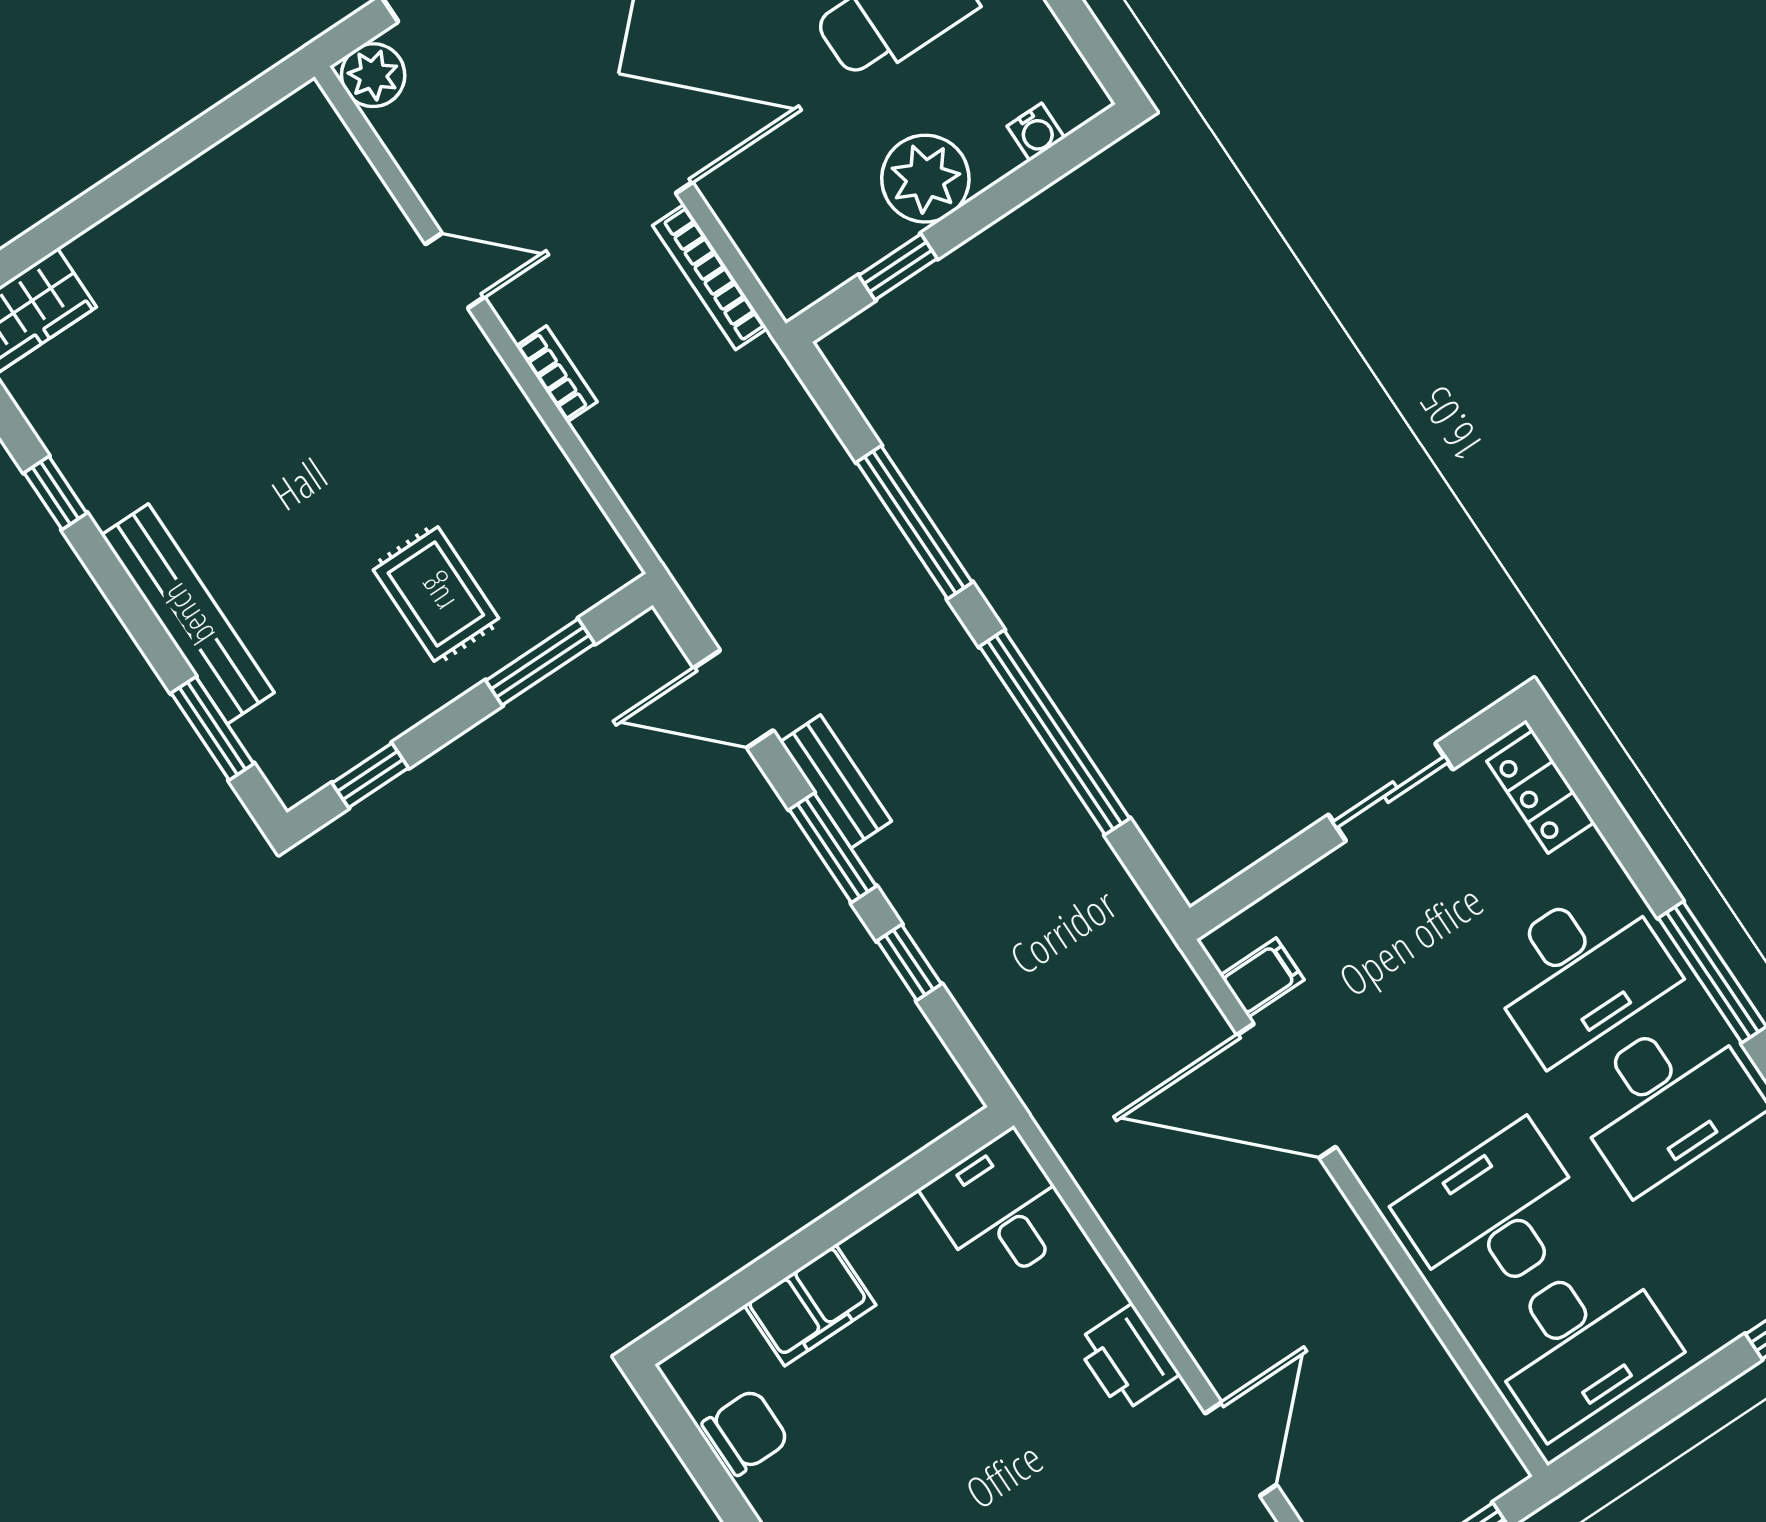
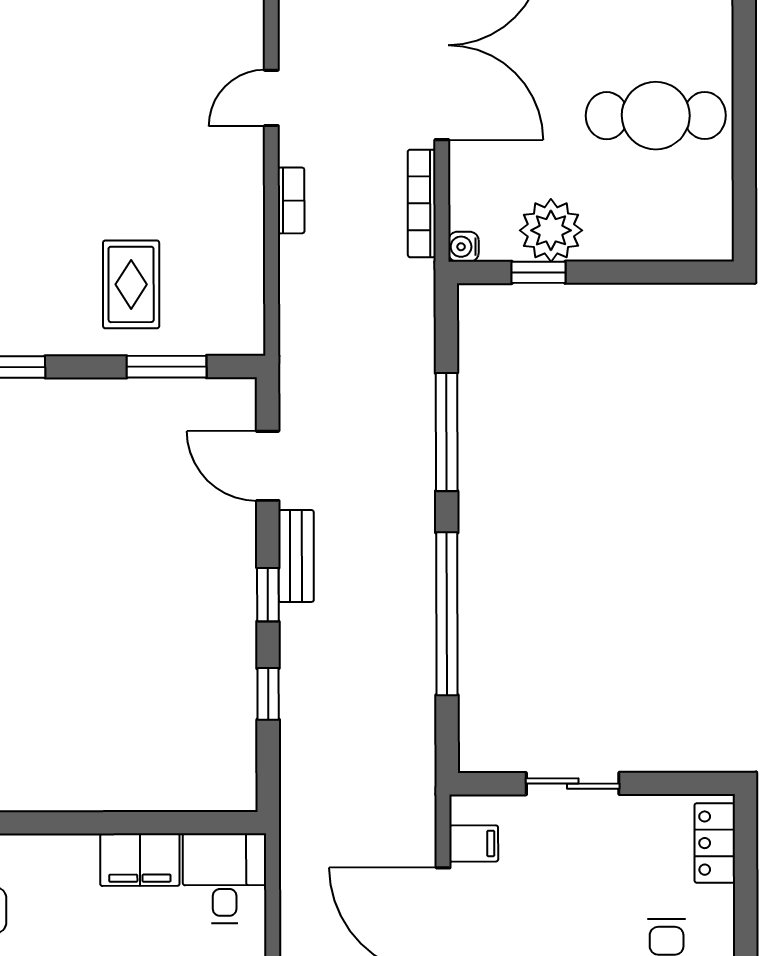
water cooler: (1036, 132) -> (463, 247), moved, turned 90
plant: (925, 179) -> (551, 230), moved
door: (455, 271) -> (271, 98), swing flipped
sliding door: (1391, 792) -> (573, 784), moved
window: (833, 848) -> (268, 595), width x0.67
filing cabinet: (810, 1305) -> (140, 860), moved

